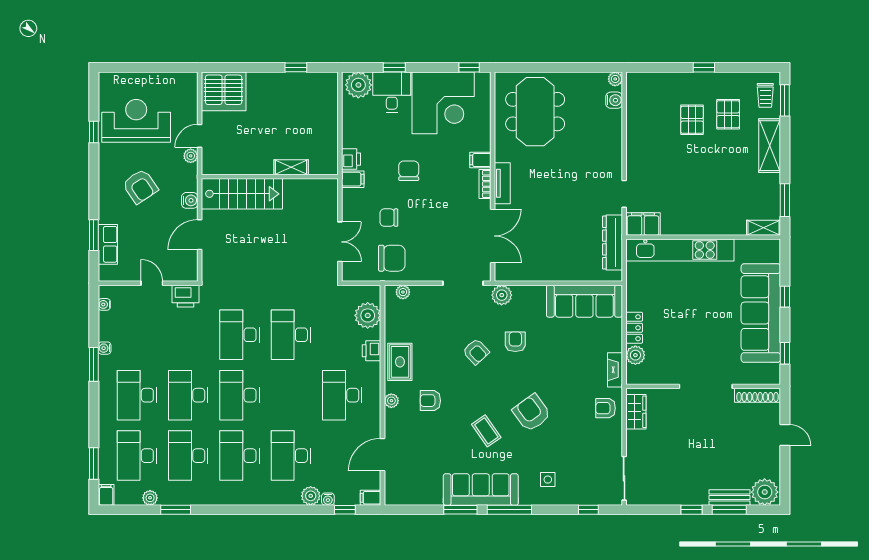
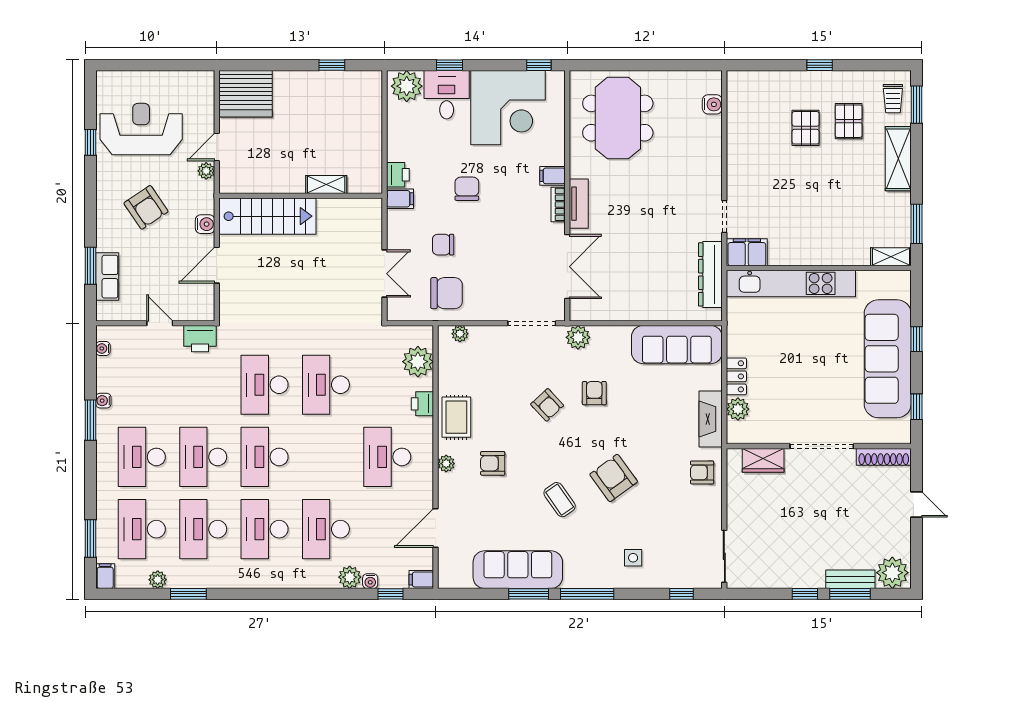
plant: (615, 79) -> (714, 79), removed
fireplace: (615, 370) -> (711, 419), width x1.37, depth x1.32
wardrobe: (636, 412) -> (763, 460), moved, turned 90
sofa: (481, 489) -> (518, 570), moved

